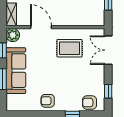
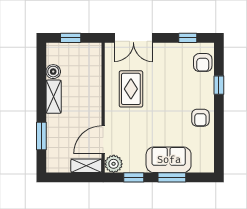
door: (41, 27) -> (103, 140), moved
sofa: (16, 71) -> (169, 160), width x0.73

